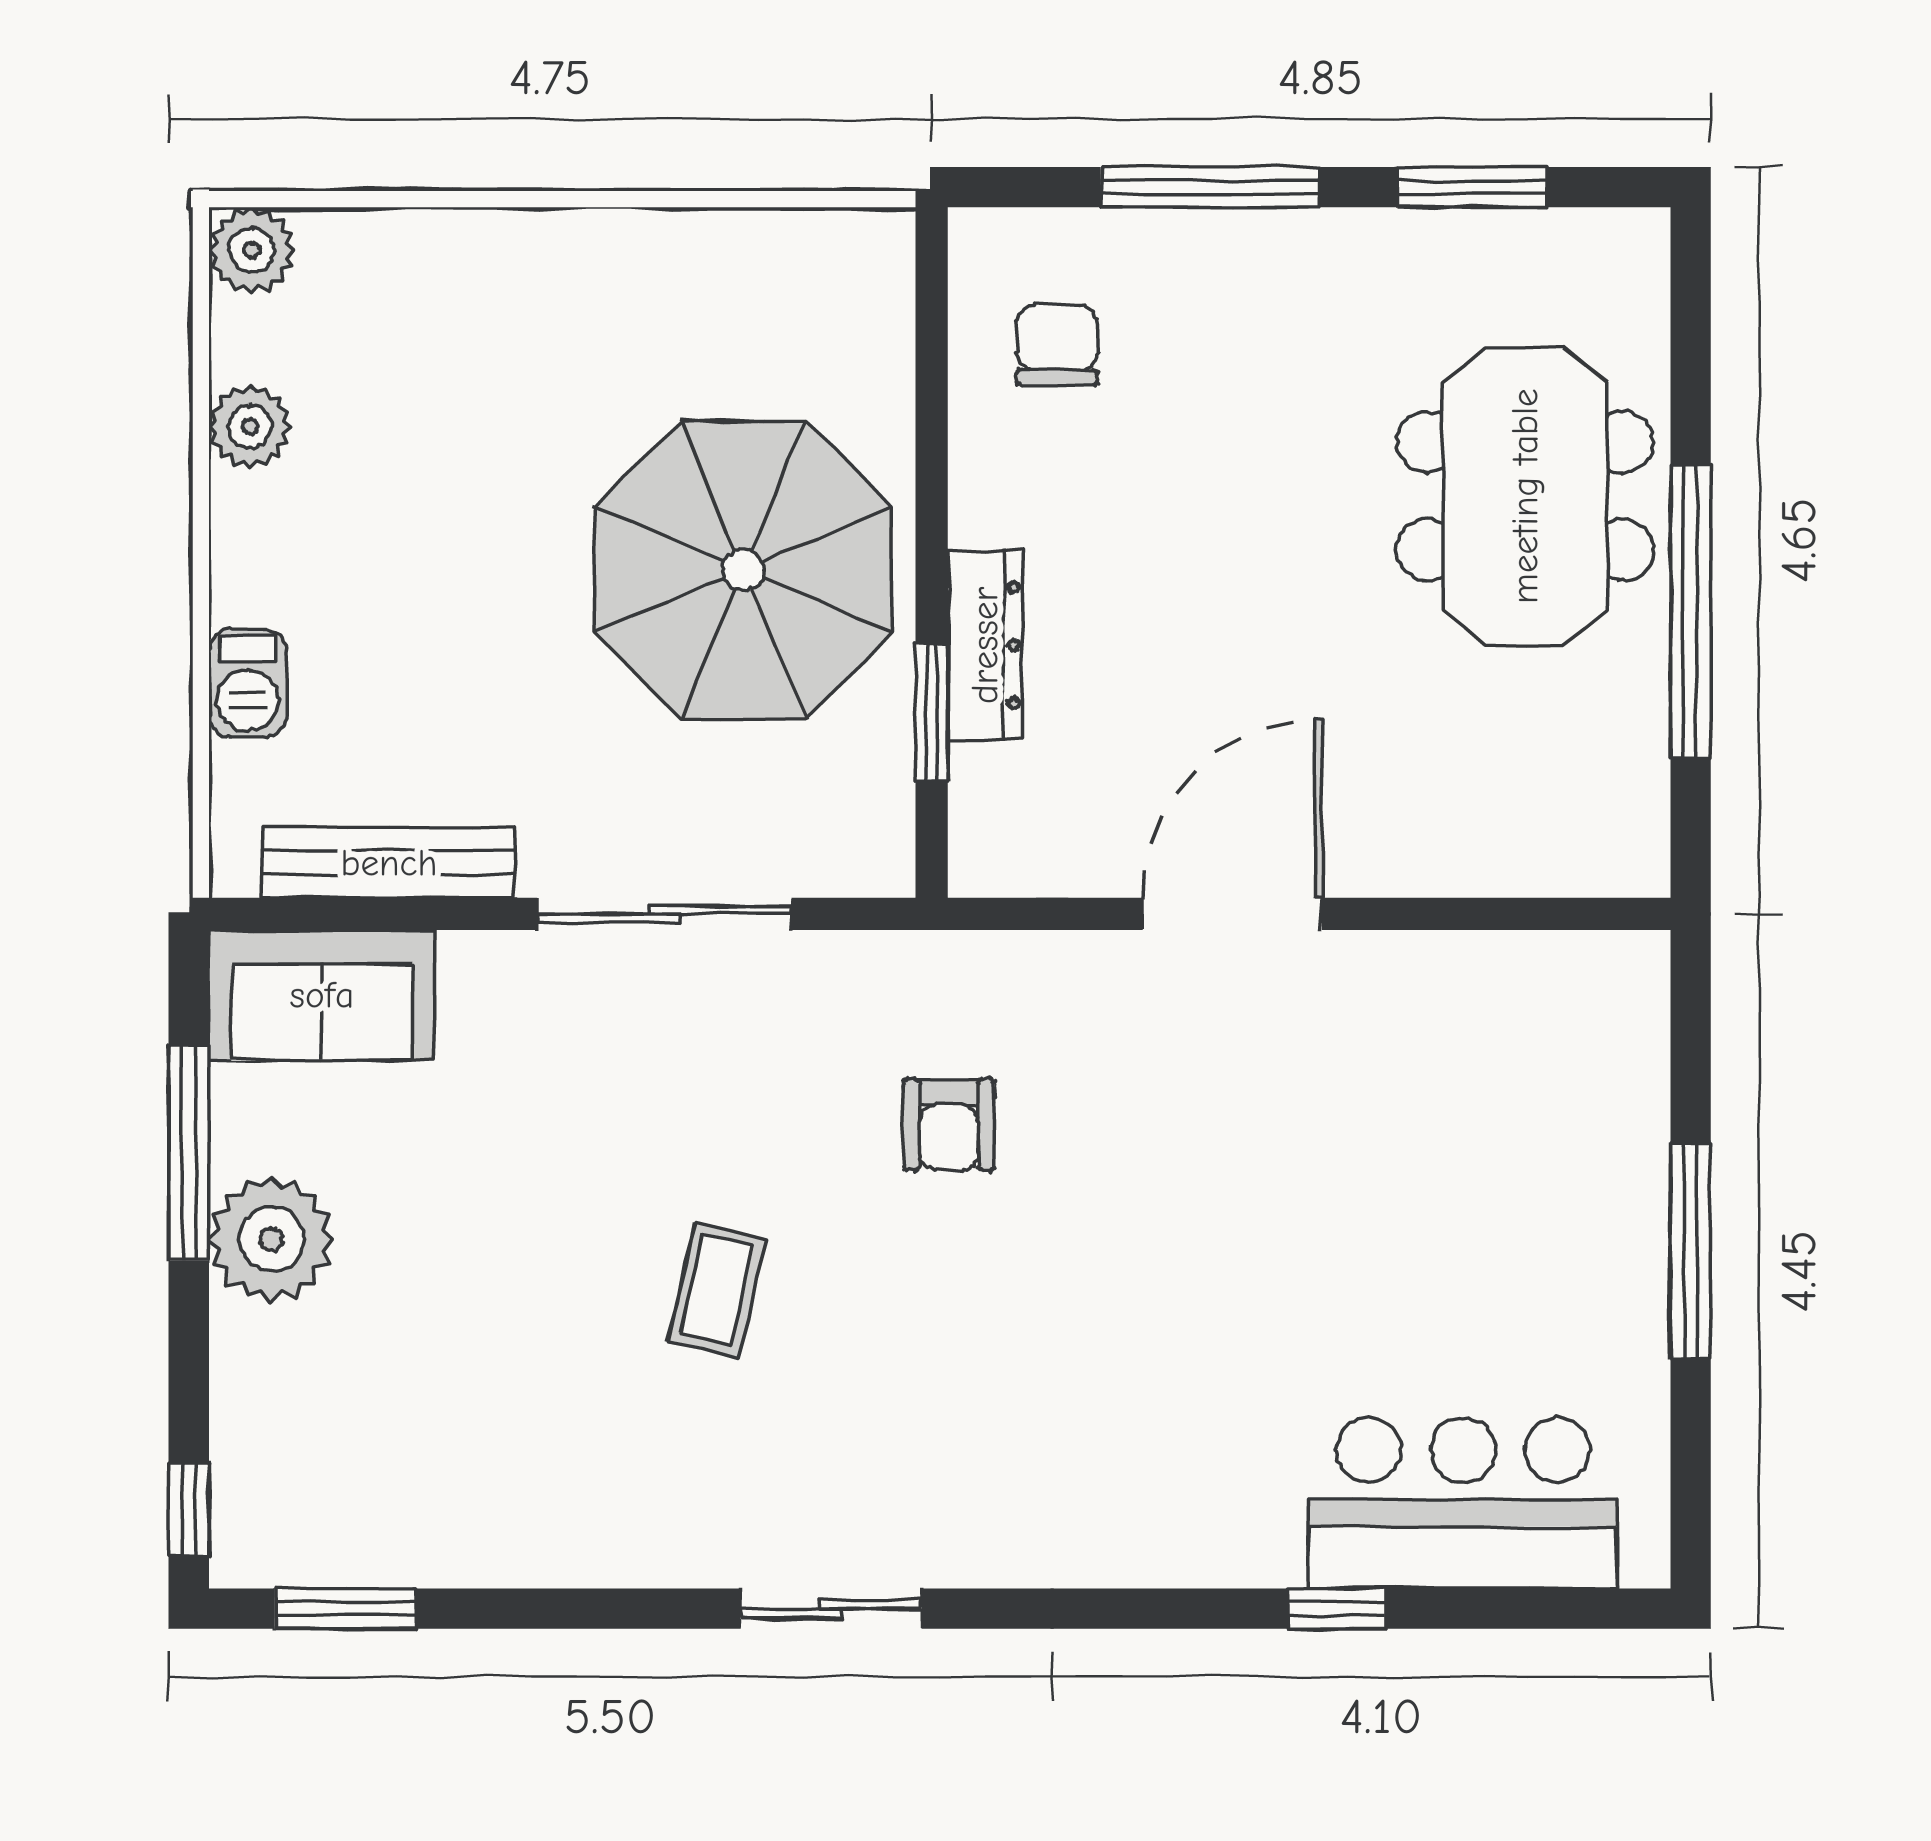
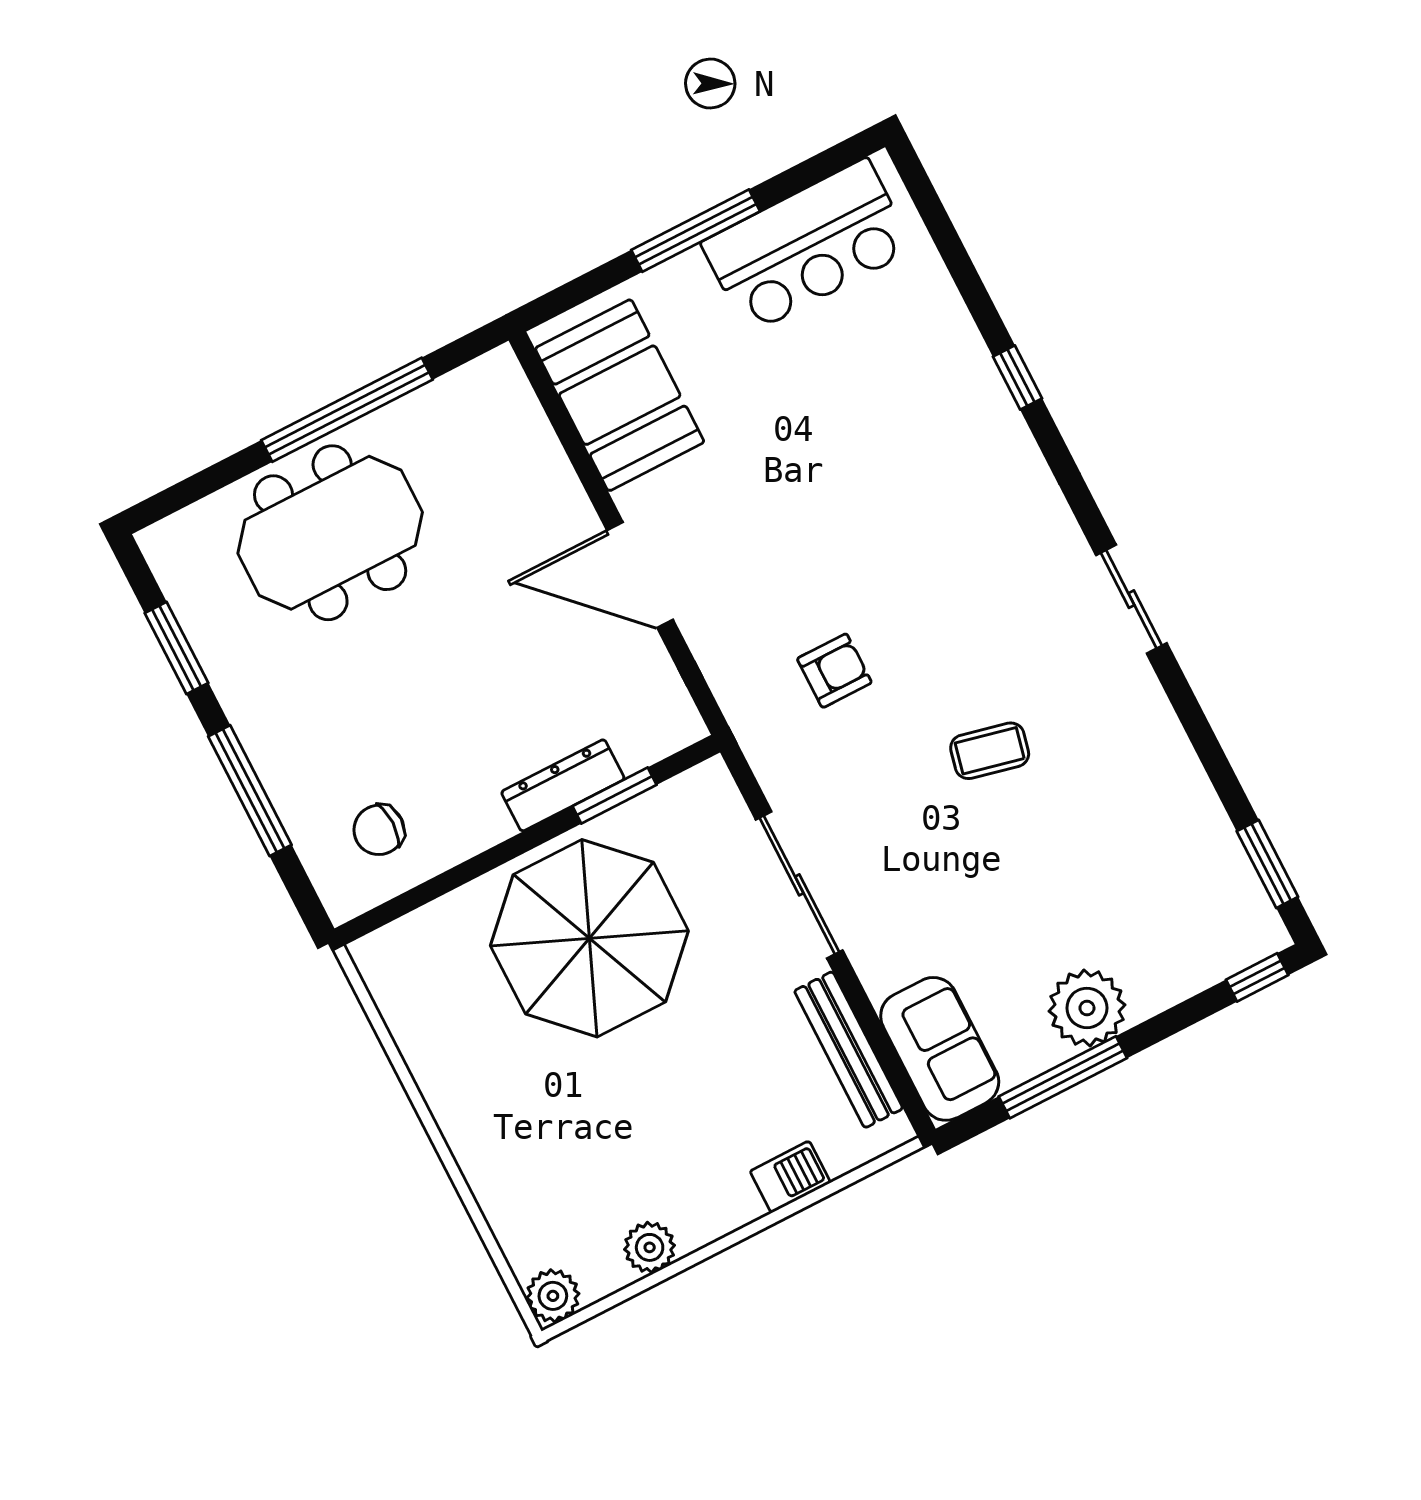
booth: (1509, 1018) -> (620, 395), added
bar counter: (1463, 1503) -> (807, 246), moved, turned -90
window: (1336, 1609) -> (1017, 377), moved

